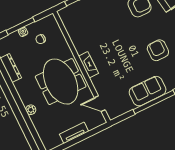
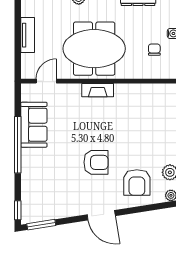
armchair: (158, 50) -> (96, 162), moved
sofa: (148, 91) -> (34, 125), moved

